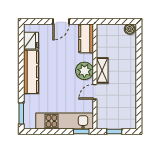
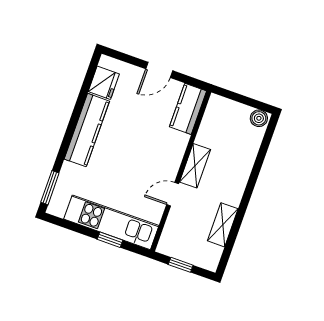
plant: (84, 71) -> (168, 157), removed
shelving: (131, 99) -> (223, 225), added
window: (81, 132) -> (110, 240), moved

